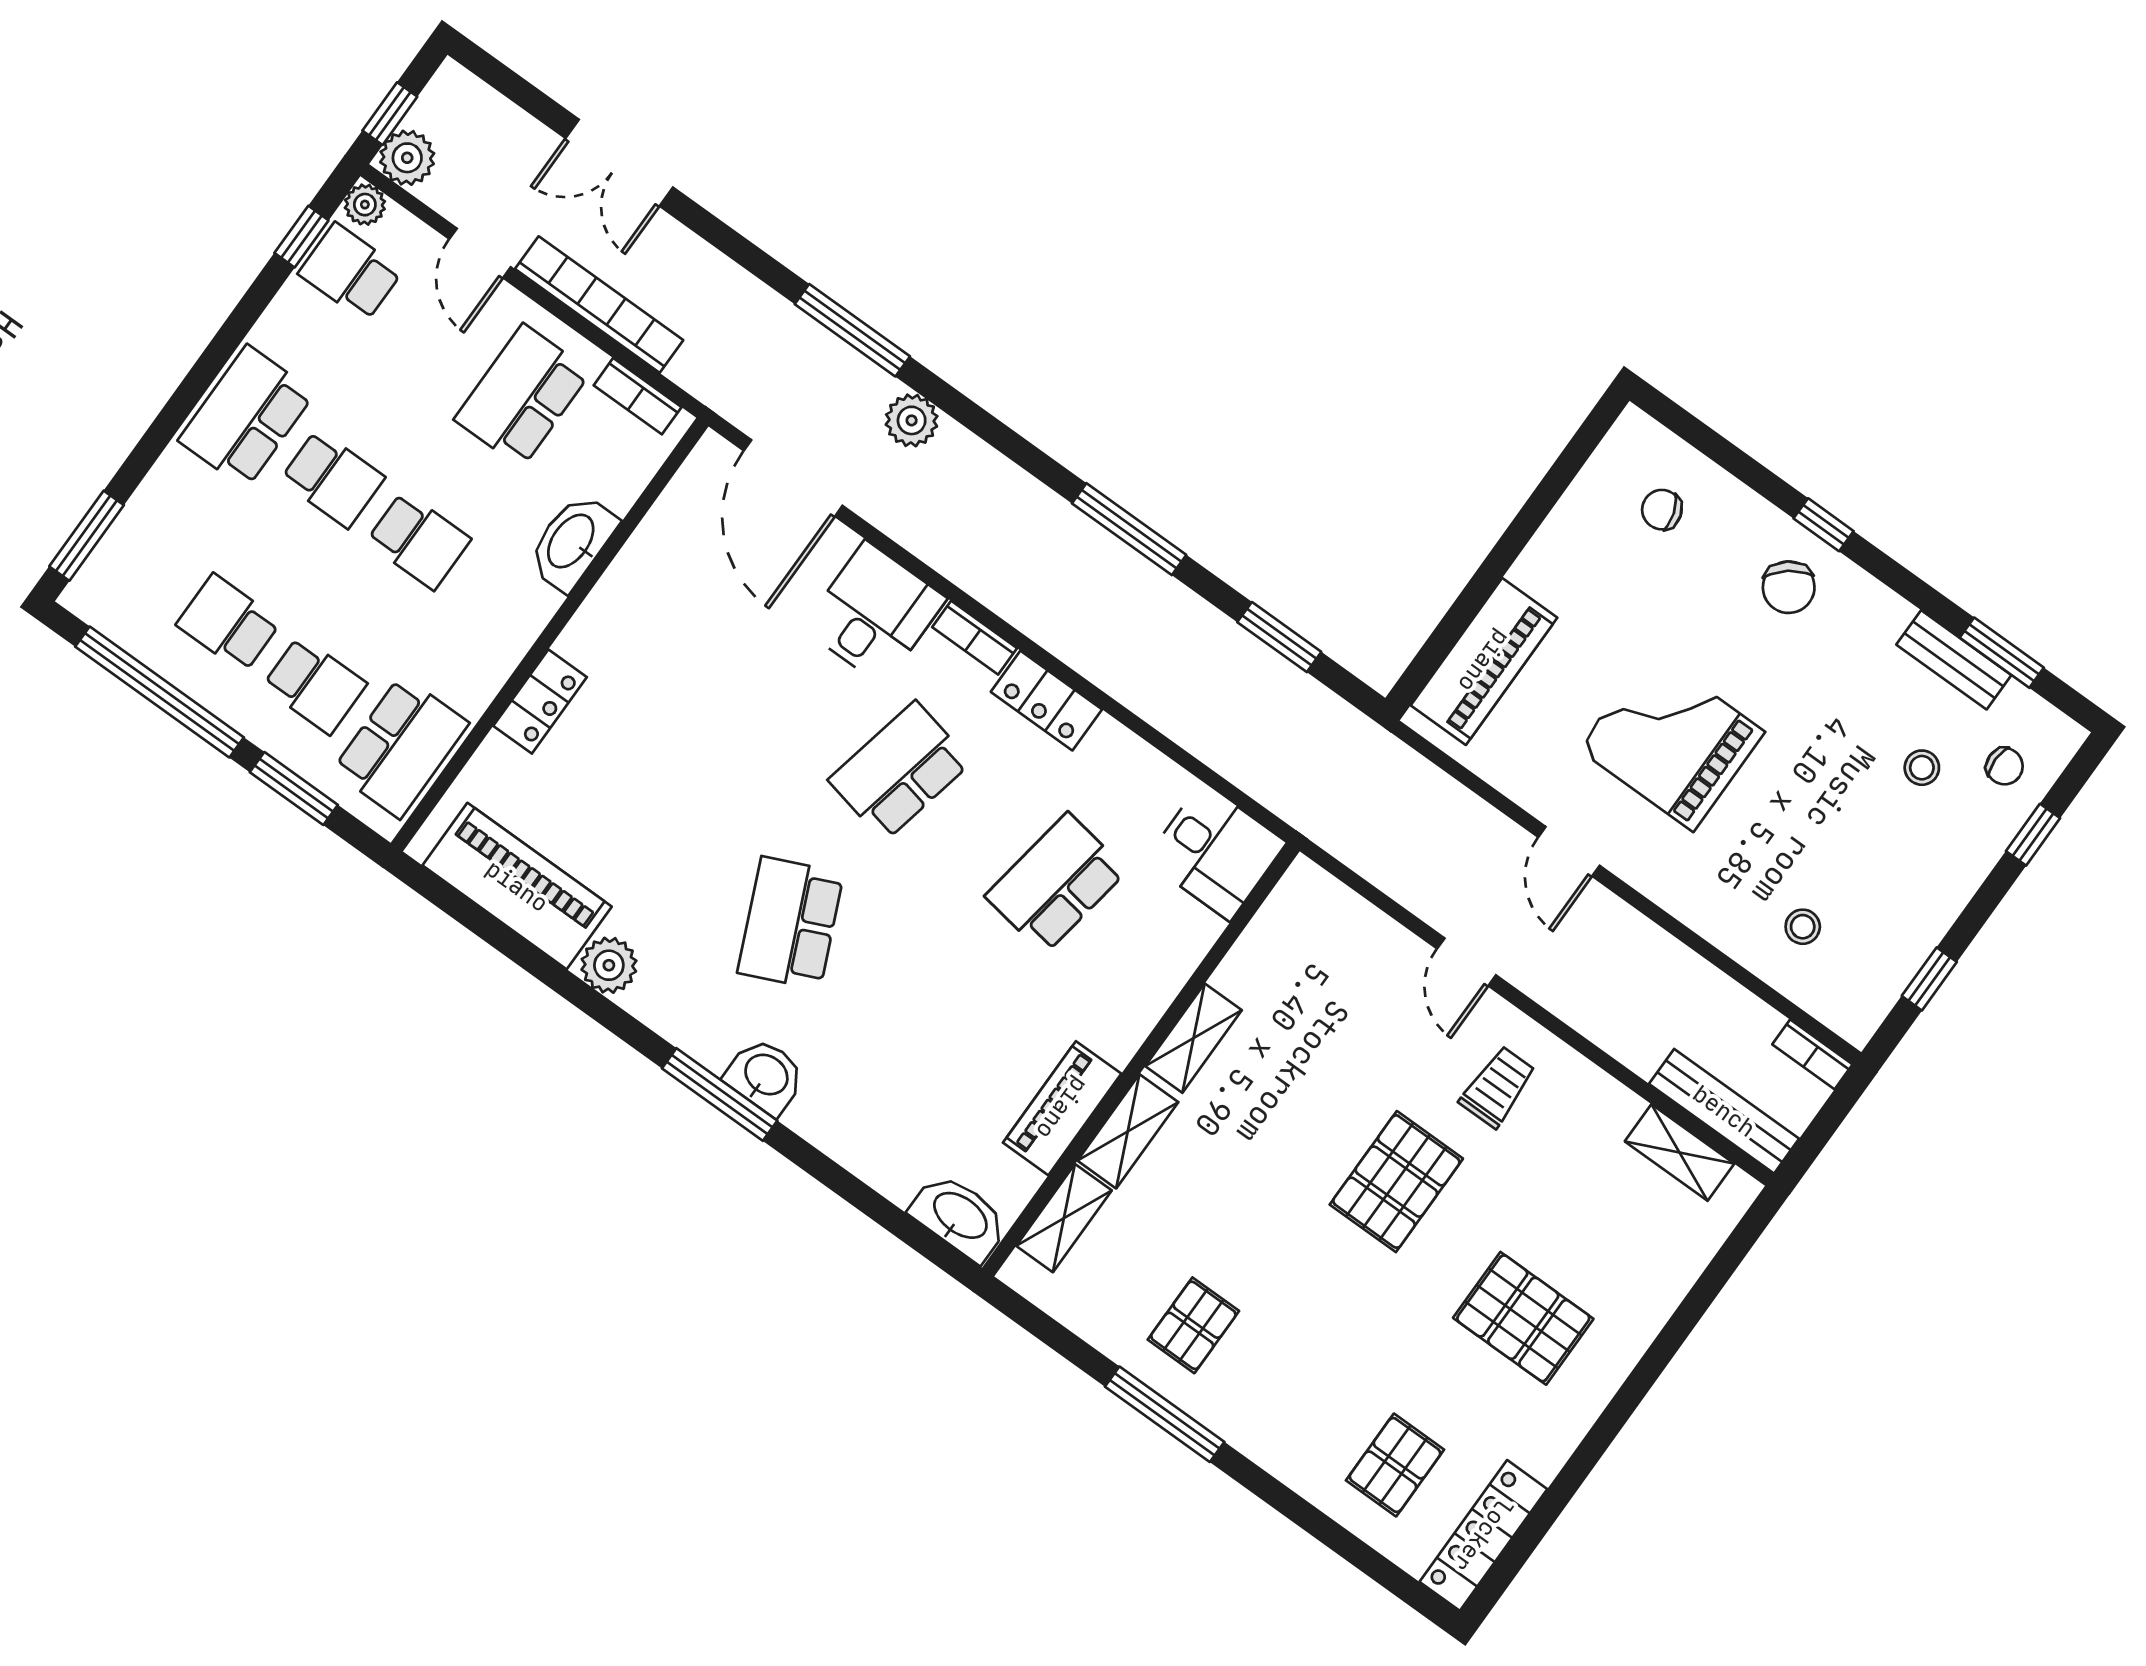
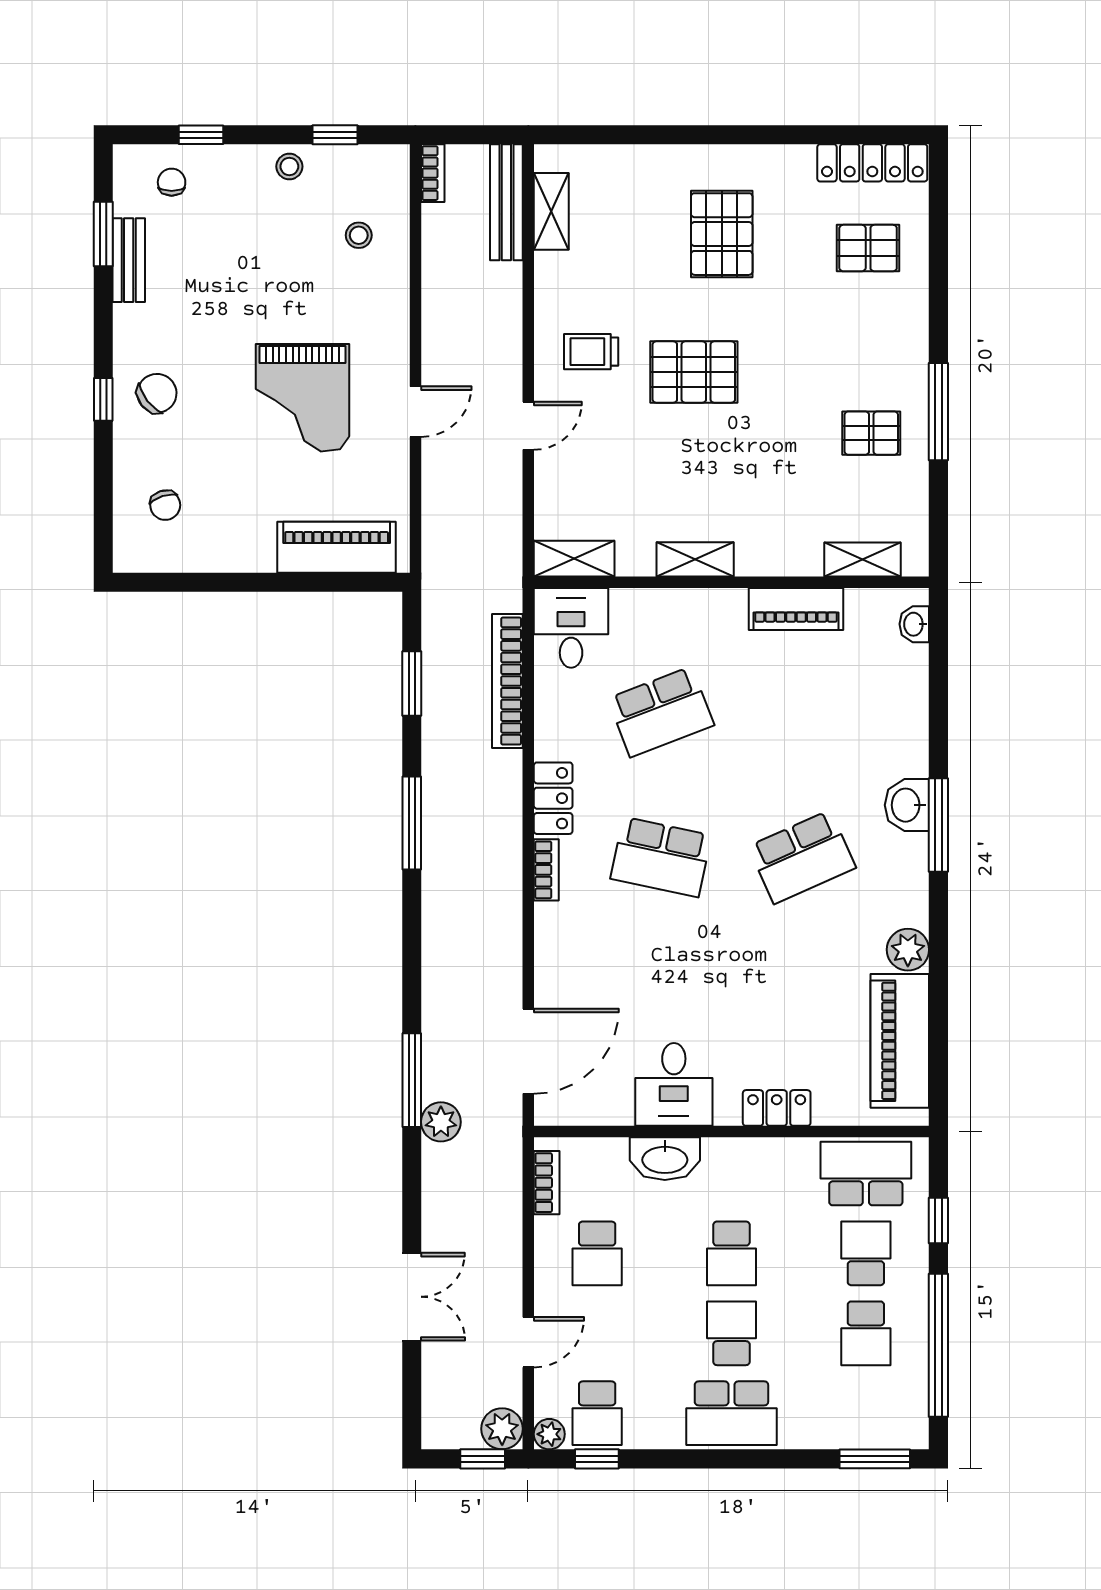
bookcase: (599, 305) -> (507, 681), moved
school desk: (522, 396) -> (597, 1253), width x0.54
plant: (912, 420) -> (441, 1122), moved
school desk: (419, 540) -> (731, 1253), turned 180
desk: (874, 613) -> (674, 1084), moved, turned -90
stool: (1922, 768) -> (289, 166), moved
window: (294, 789) -> (938, 1221), width x0.67
school desk: (1056, 883) -> (661, 712), turned -30
shelving: (1128, 1131) -> (574, 559), moved
washbasin: (959, 1217) -> (914, 624), width x0.52, depth x0.69

